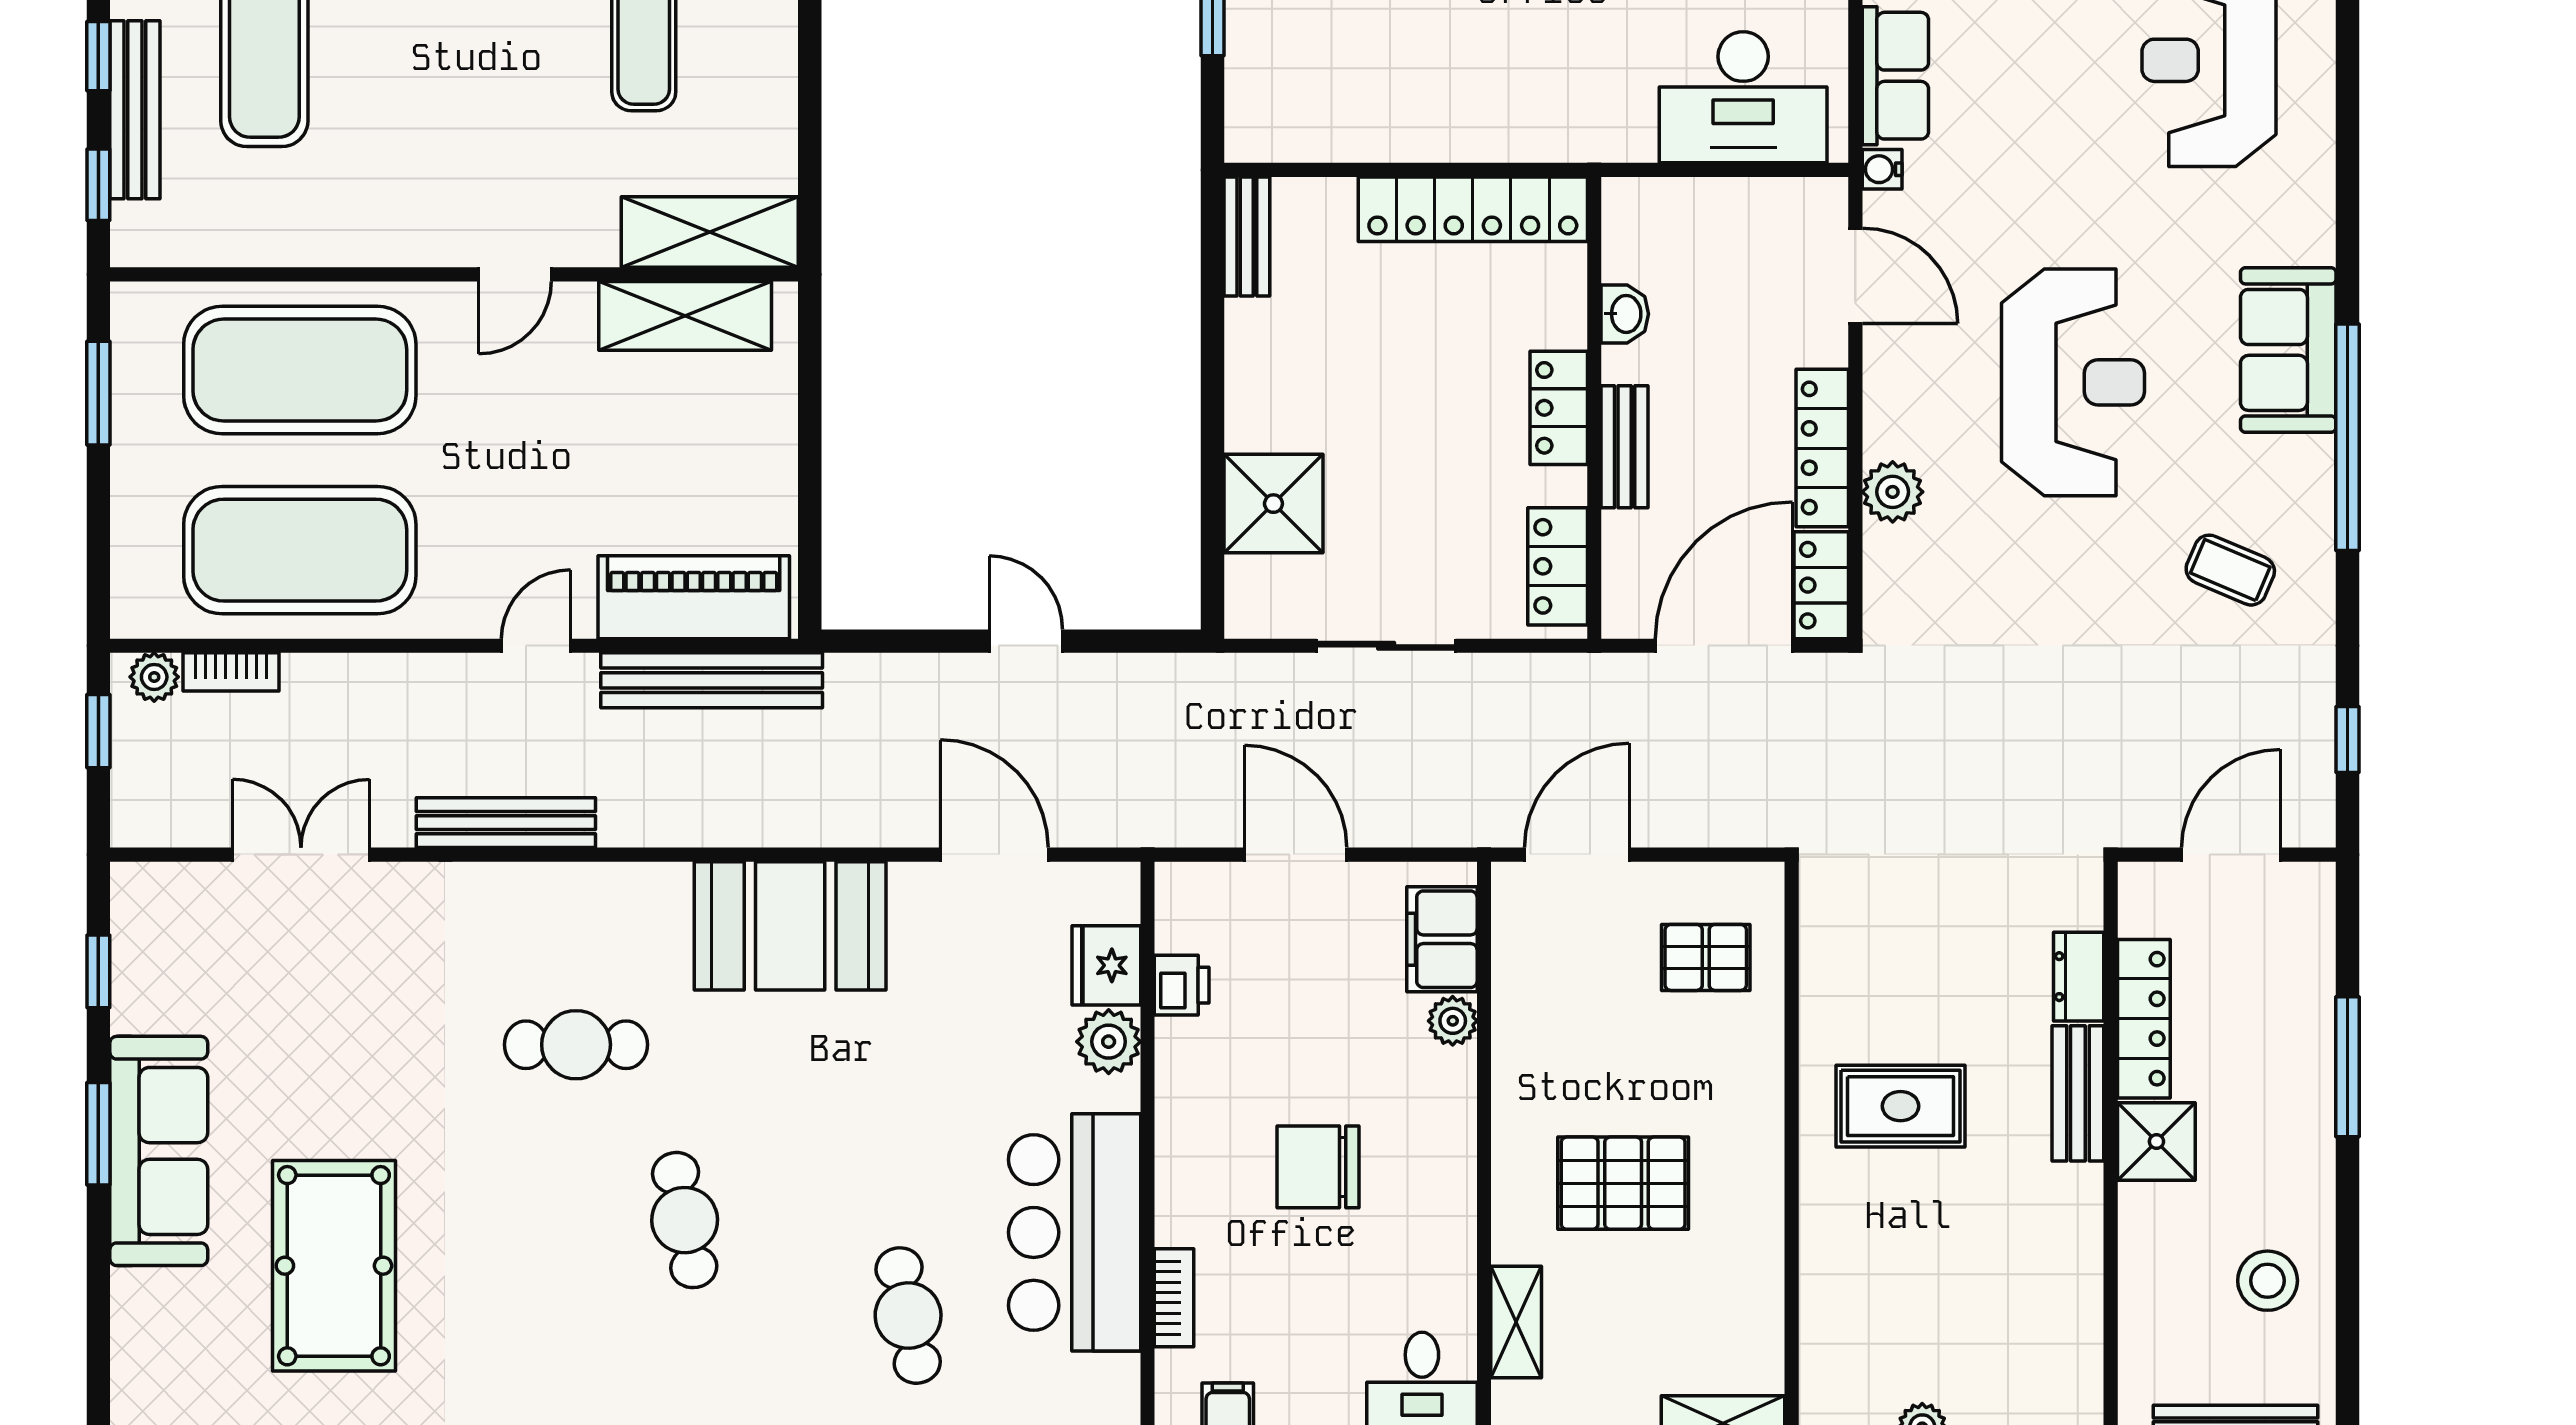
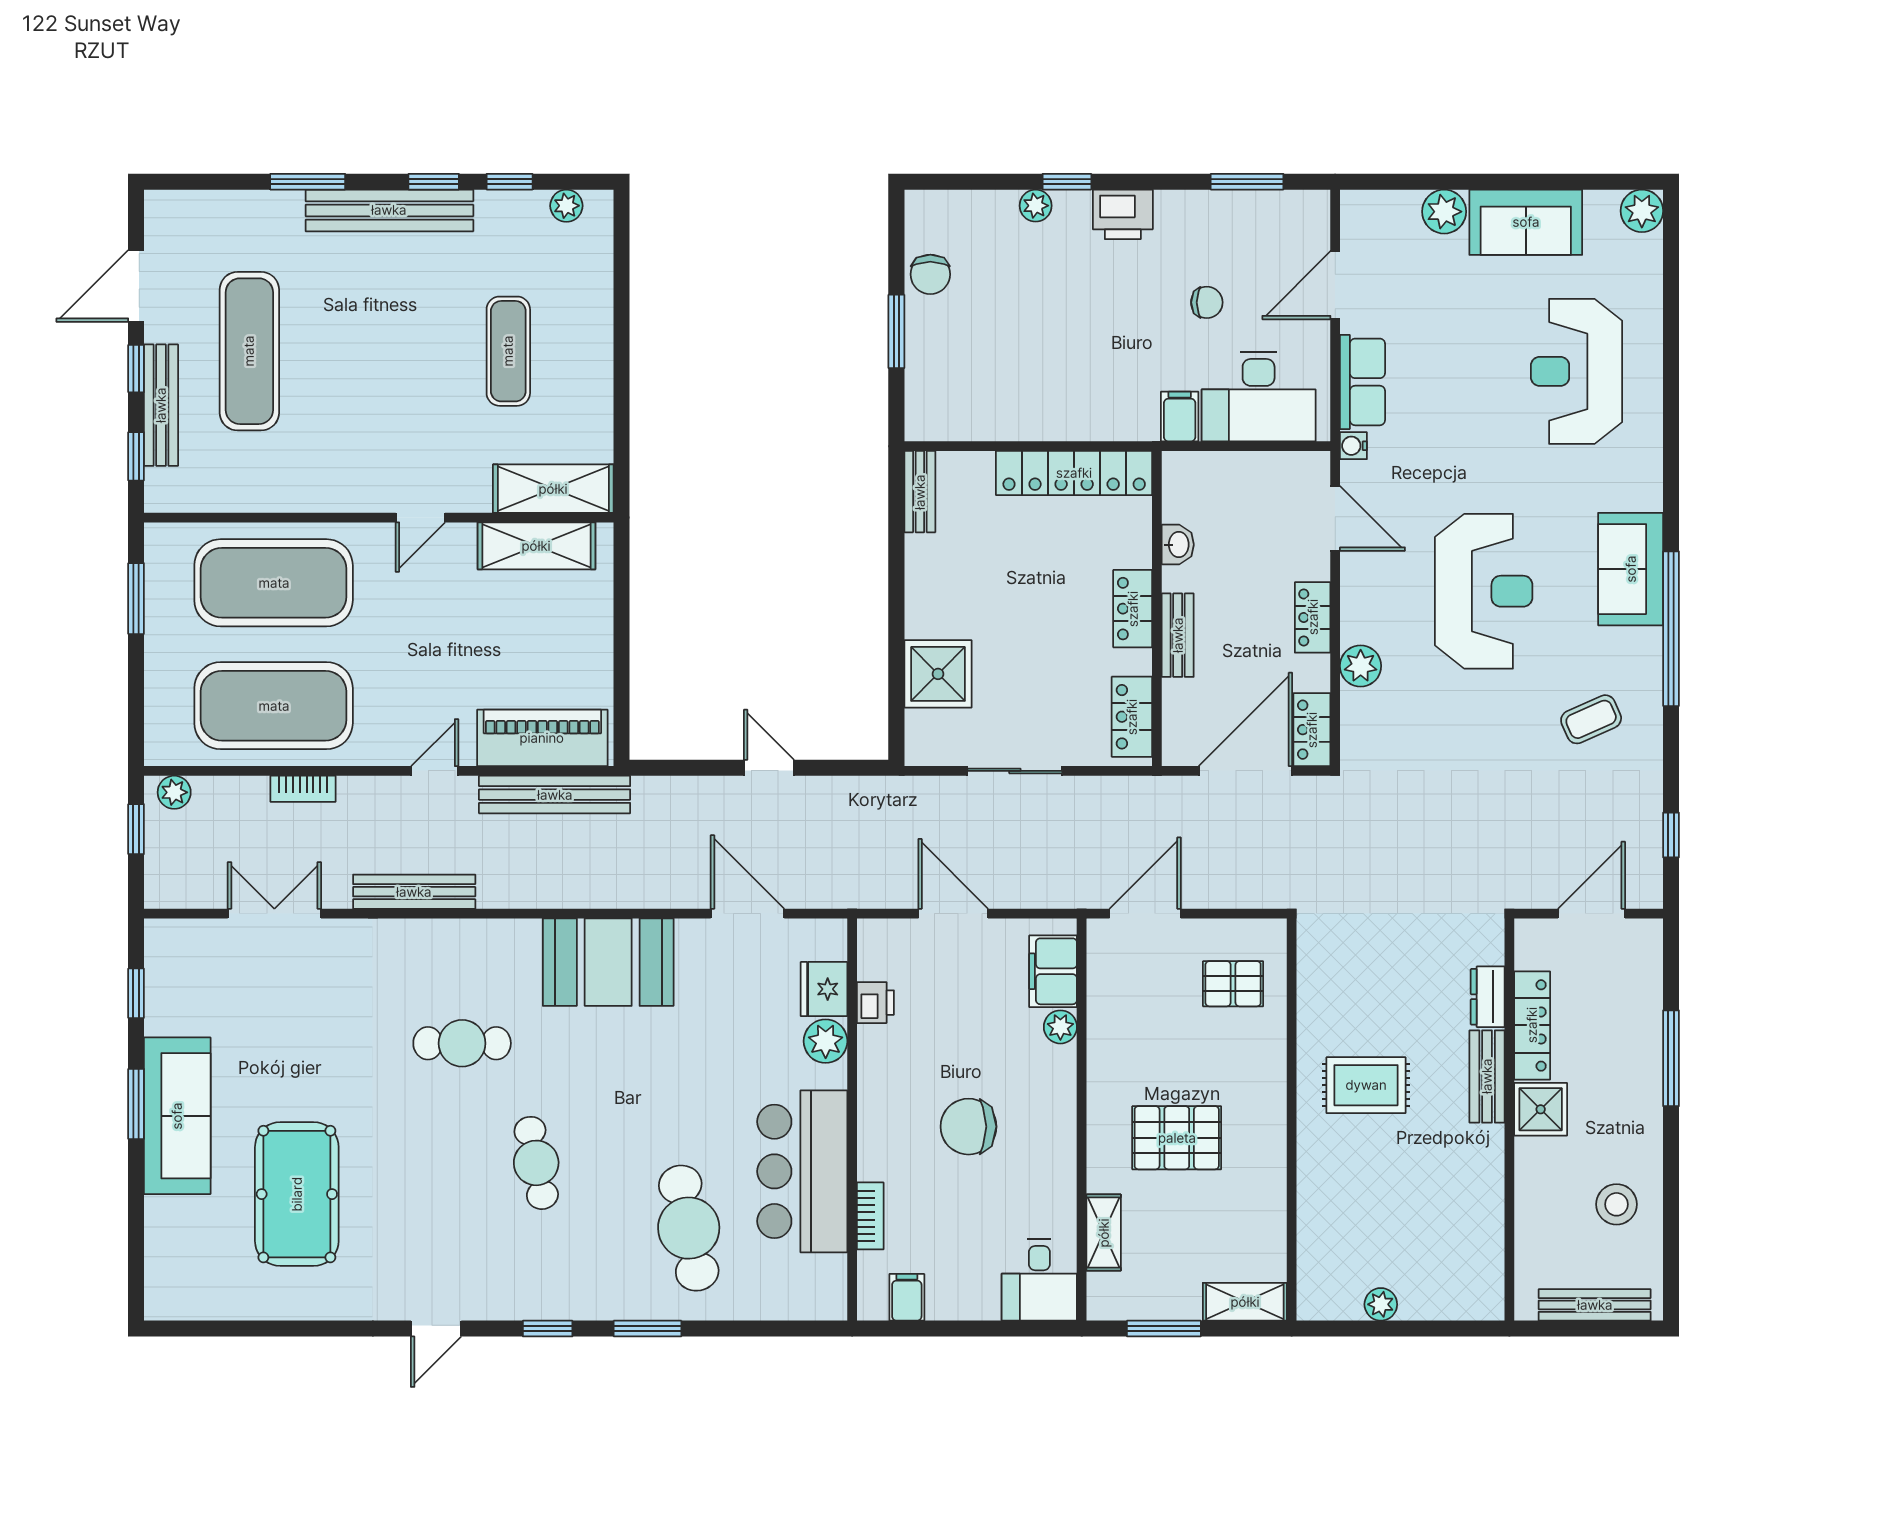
filing cabinet: (1627, 126) -> (1180, 417), added
locker: (1822, 448) -> (1313, 617), width x0.66
coffee table: (2230, 570) -> (1591, 719), turned -47
bookcase: (231, 672) -> (303, 789), moved
cafe table: (908, 1316) -> (689, 1228), width x1.37, depth x1.35

